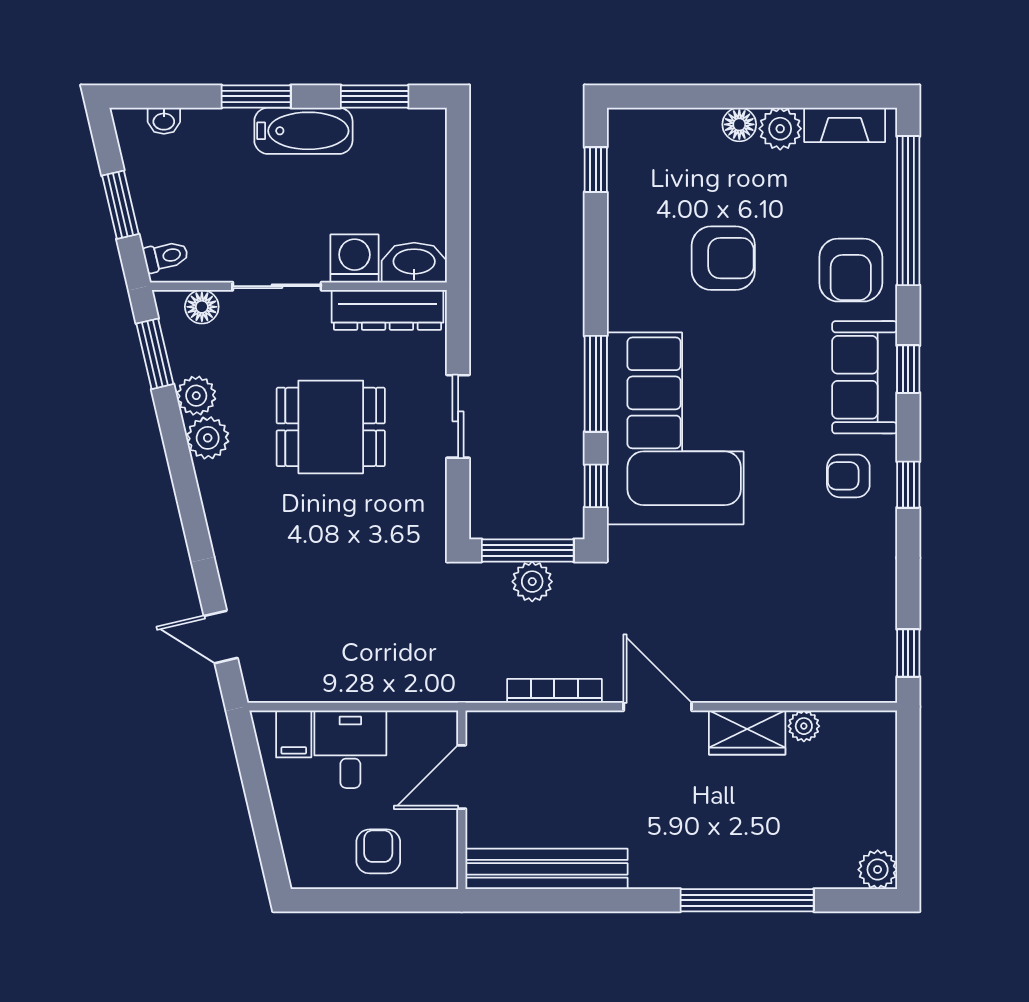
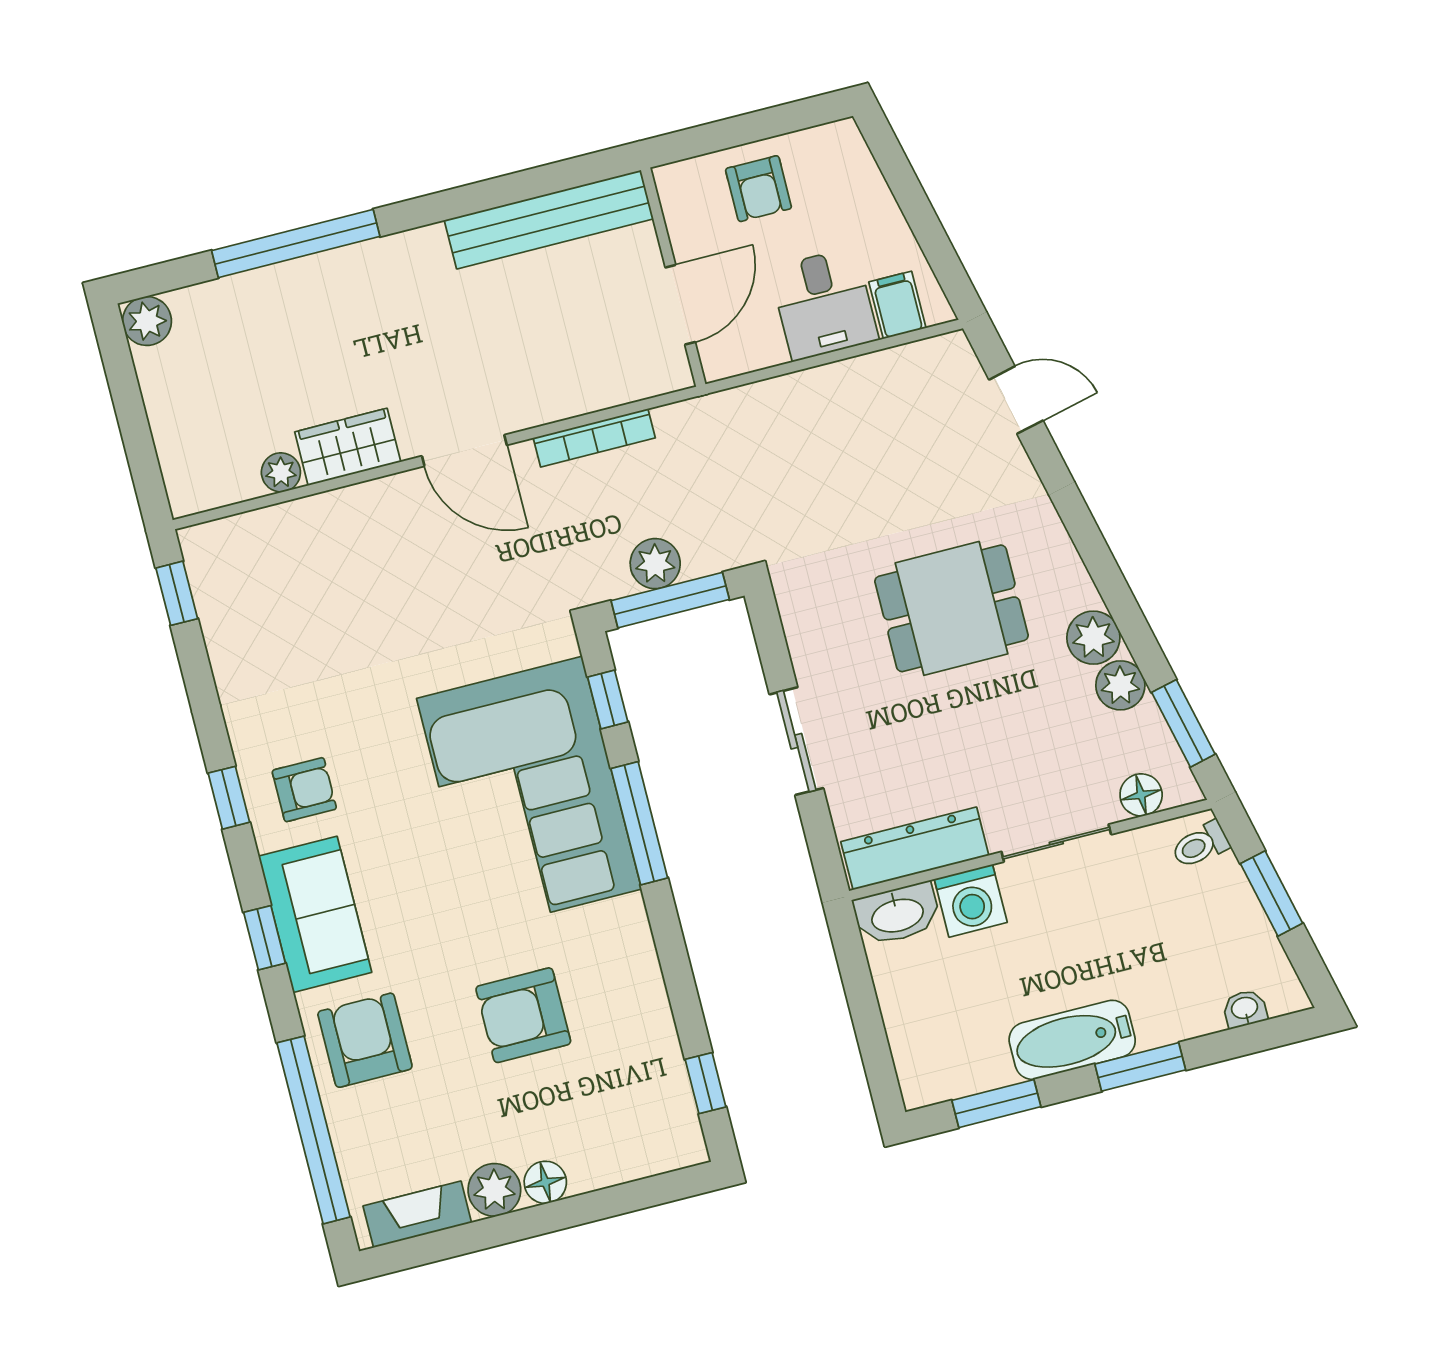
dining table: (331, 427) -> (951, 608), moved

